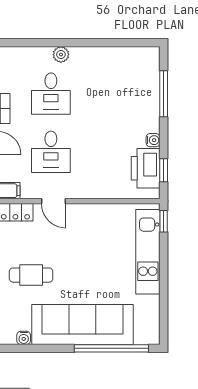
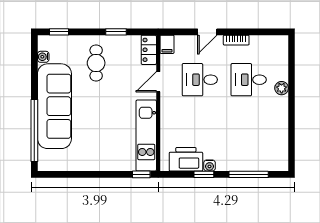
window: (164, 170) -> (204, 174), moved
kitchen unit: (148, 252) -> (146, 136), moved, turned -90

